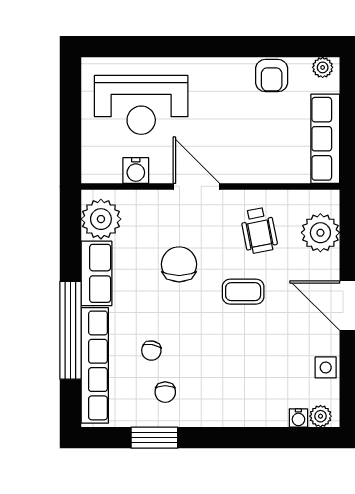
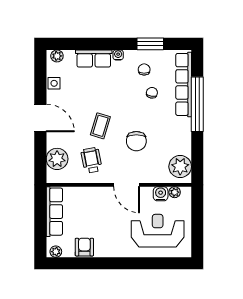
plant: (111, 173) -> (175, 192), added
row of seats: (96, 273) -> (94, 58), moved, turned -90
coffee table: (243, 292) -> (100, 126), turned -73
water cooler: (298, 418) -> (118, 55), moved

